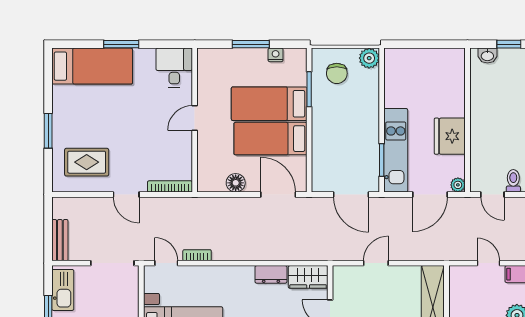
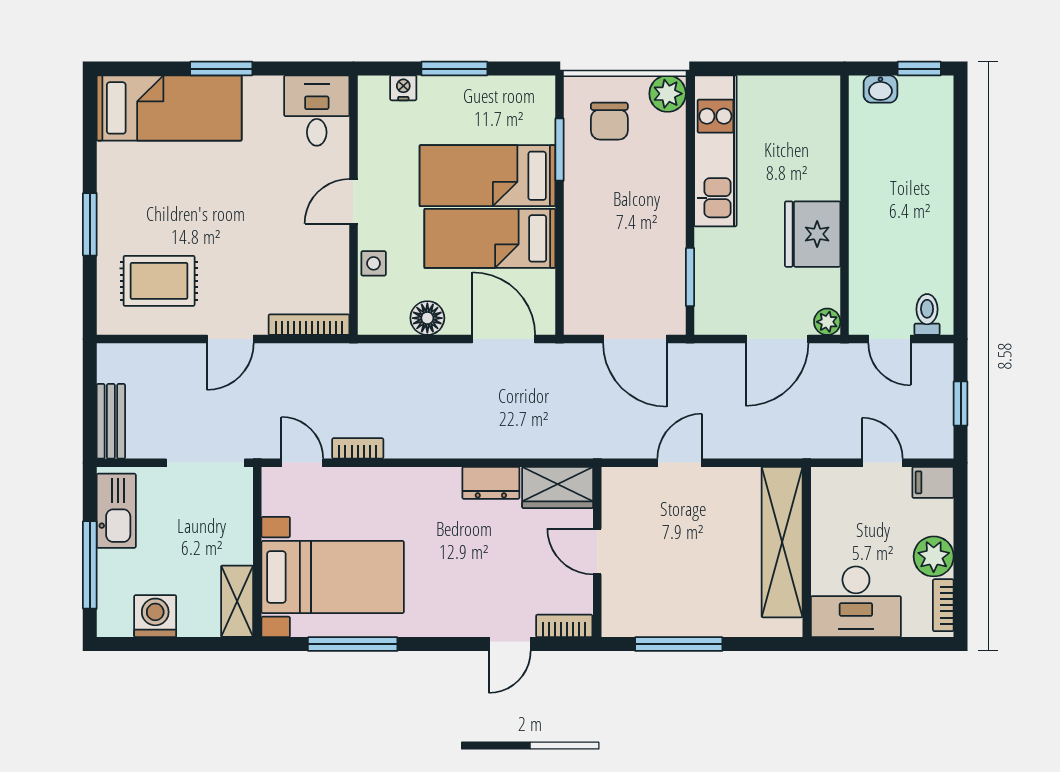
nightstand: (276, 55) -> (403, 88), moved
kitchen unit: (396, 150) -> (715, 151), moved
side table: (206, 152) -> (374, 263), added
door: (126, 195) -> (230, 339), hinge flipped

